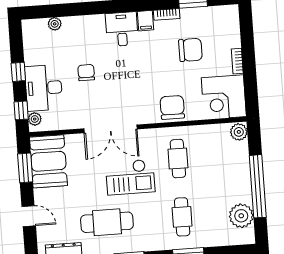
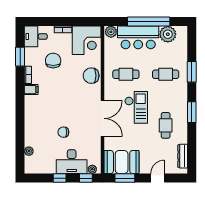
desk: (122, 29) -> (36, 36), moved
bar counter: (233, 173) -> (138, 37), added
cafe table: (107, 222) -> (166, 125), width x0.73, depth x0.74

